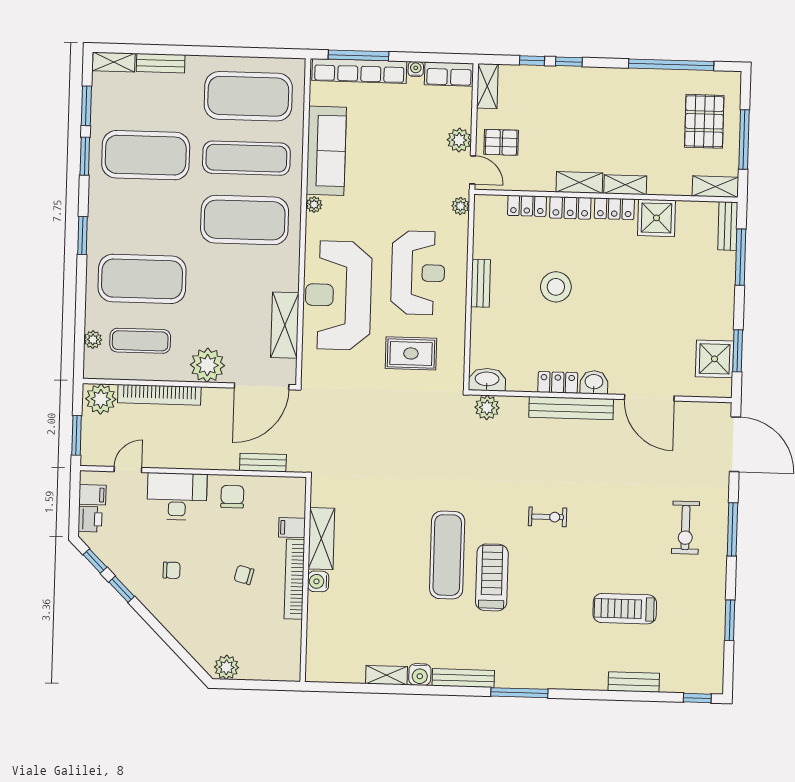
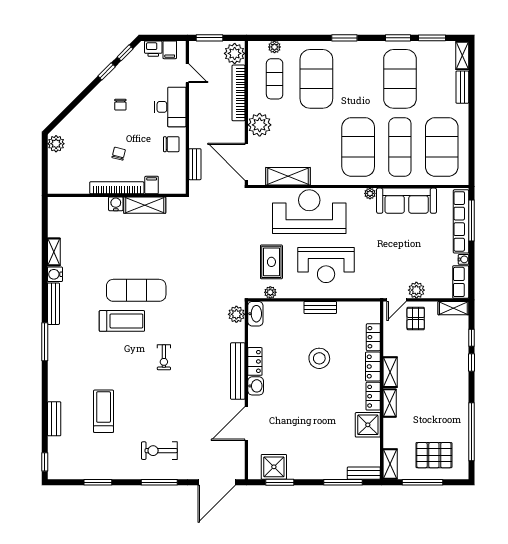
plant: (460, 206) -> (270, 292), moved

